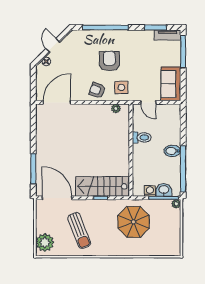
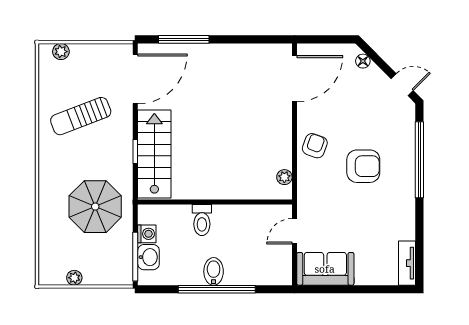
window: (155, 27) -> (419, 243), removed
door: (53, 45) -> (402, 85), moved
window: (183, 51) -> (379, 289), removed
side table: (121, 87) -> (319, 186), removed
door: (57, 102) -> (294, 79), hinge flipped
toilet: (142, 137) -> (202, 220), moved
window: (183, 169) -> (217, 289), moved
plant: (176, 204) -> (74, 278), moved
plant: (45, 242) -> (61, 52), width x0.53, depth x0.53

